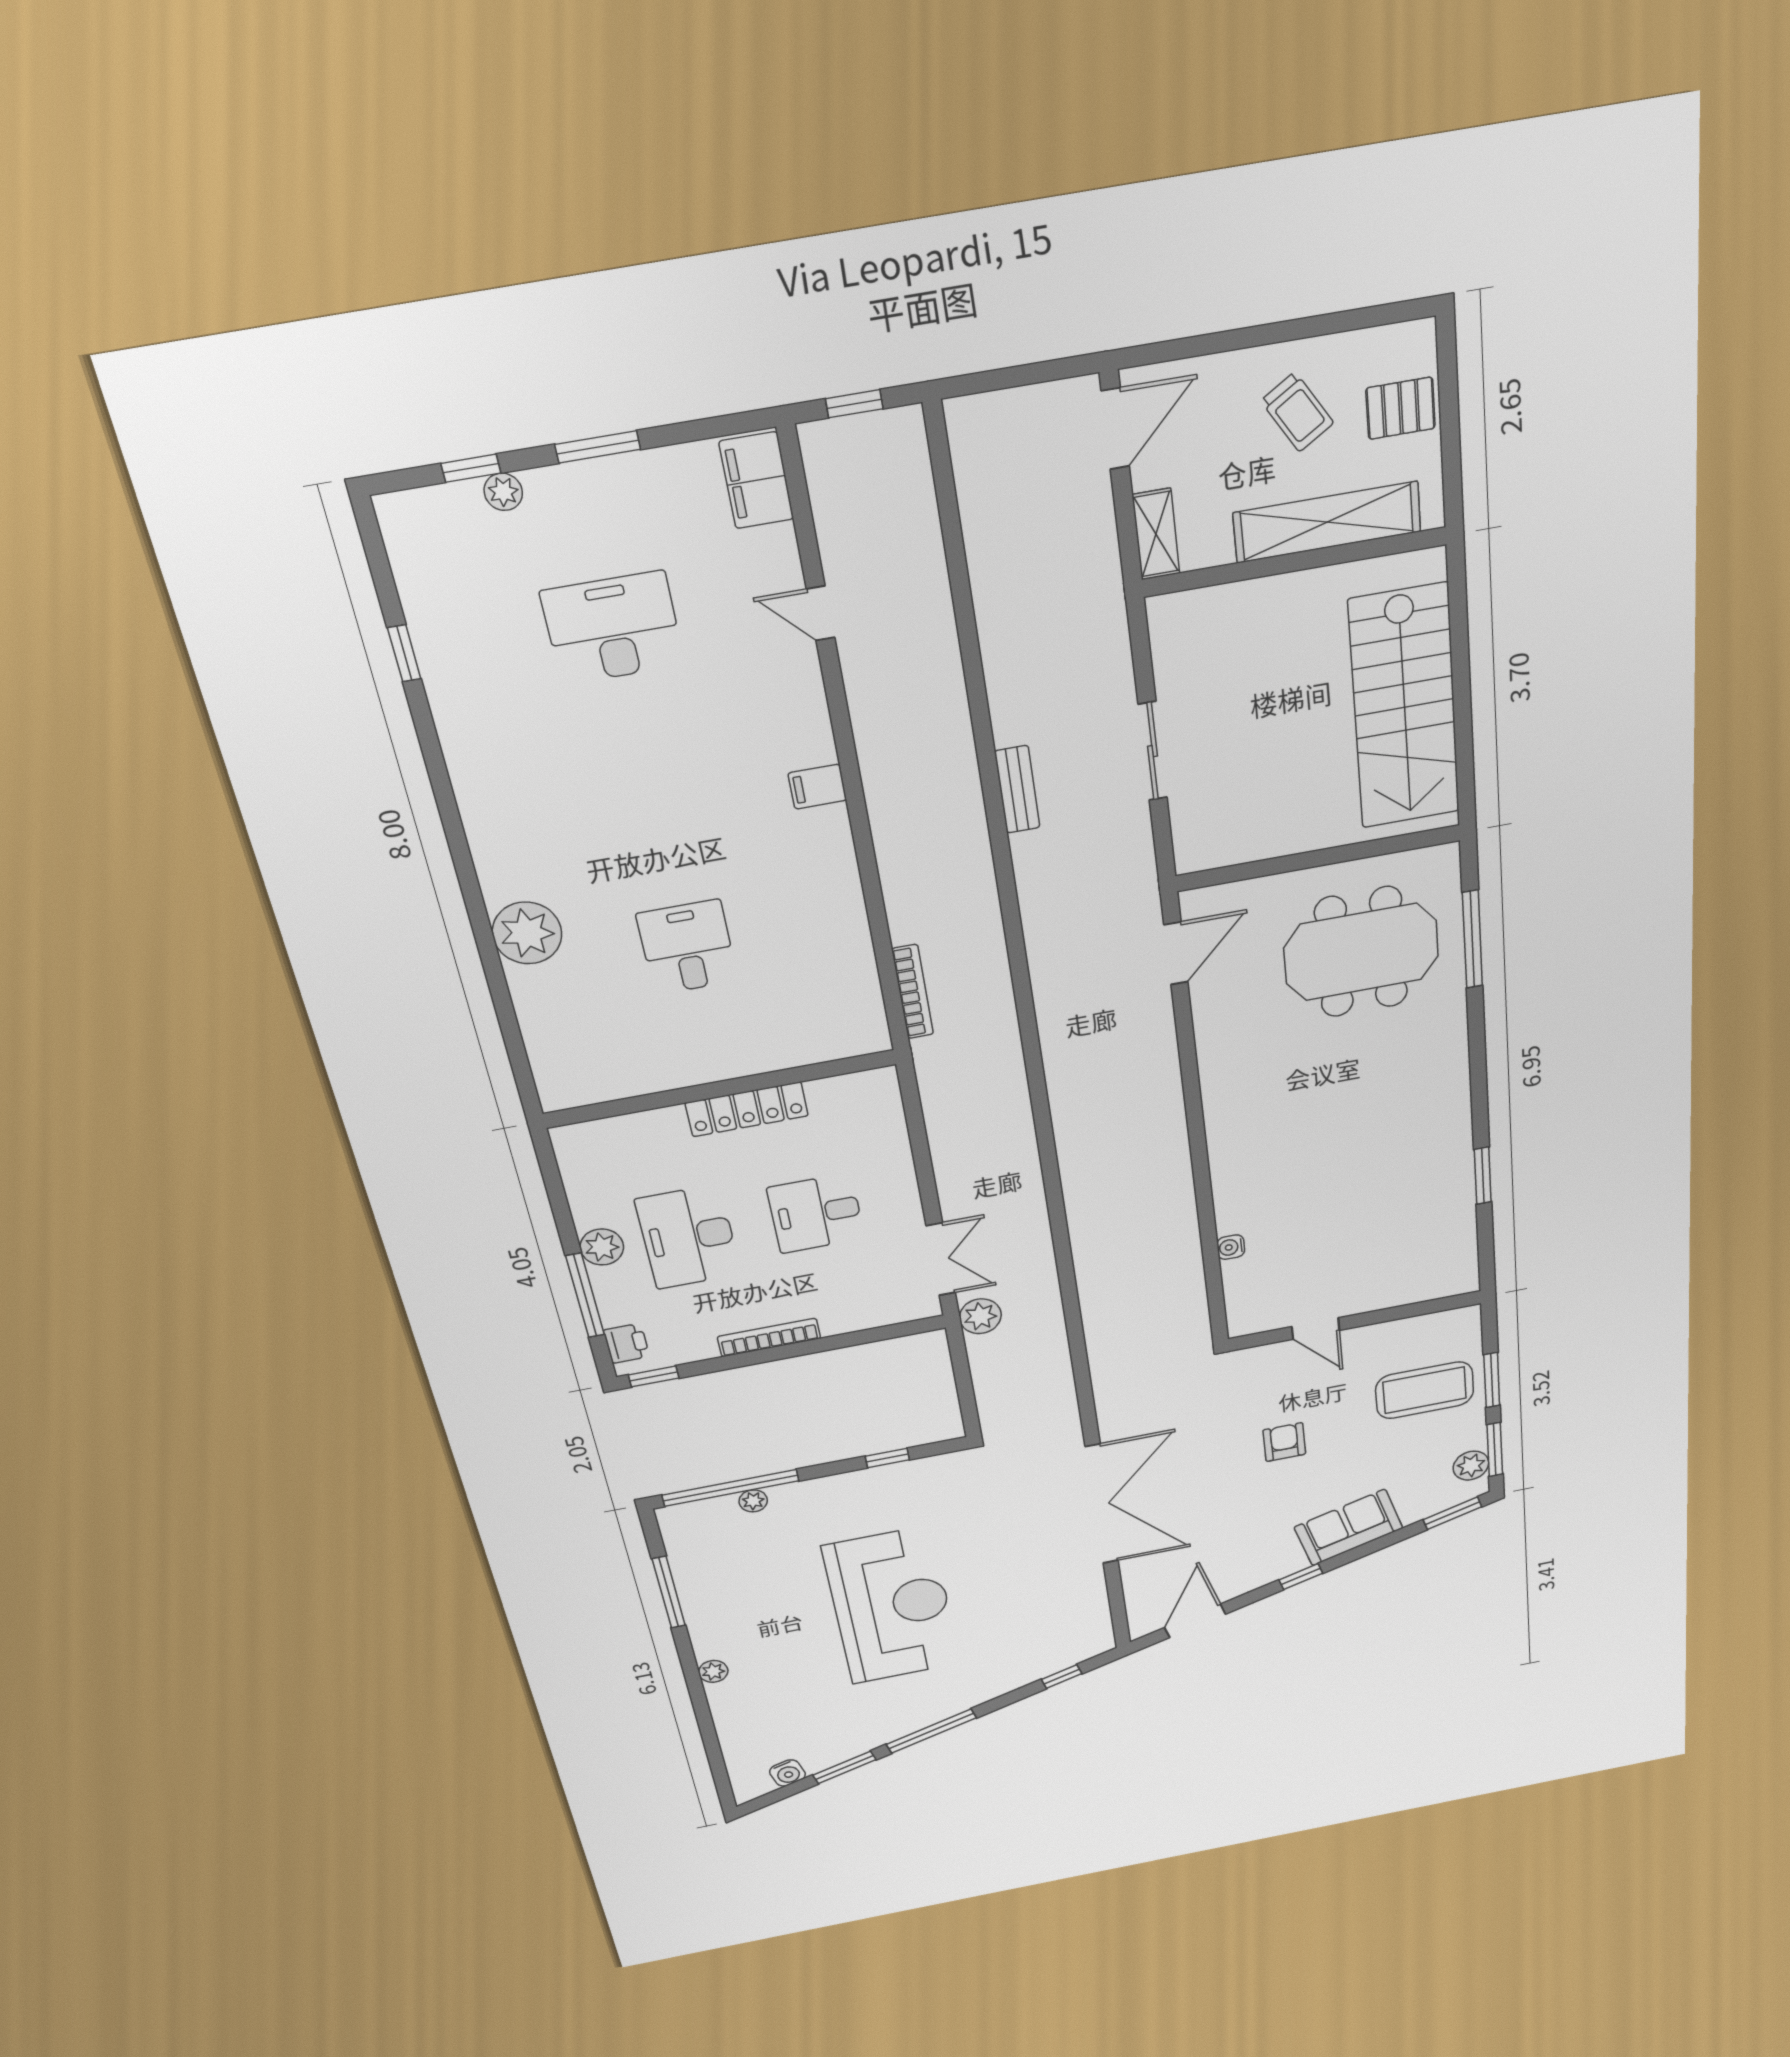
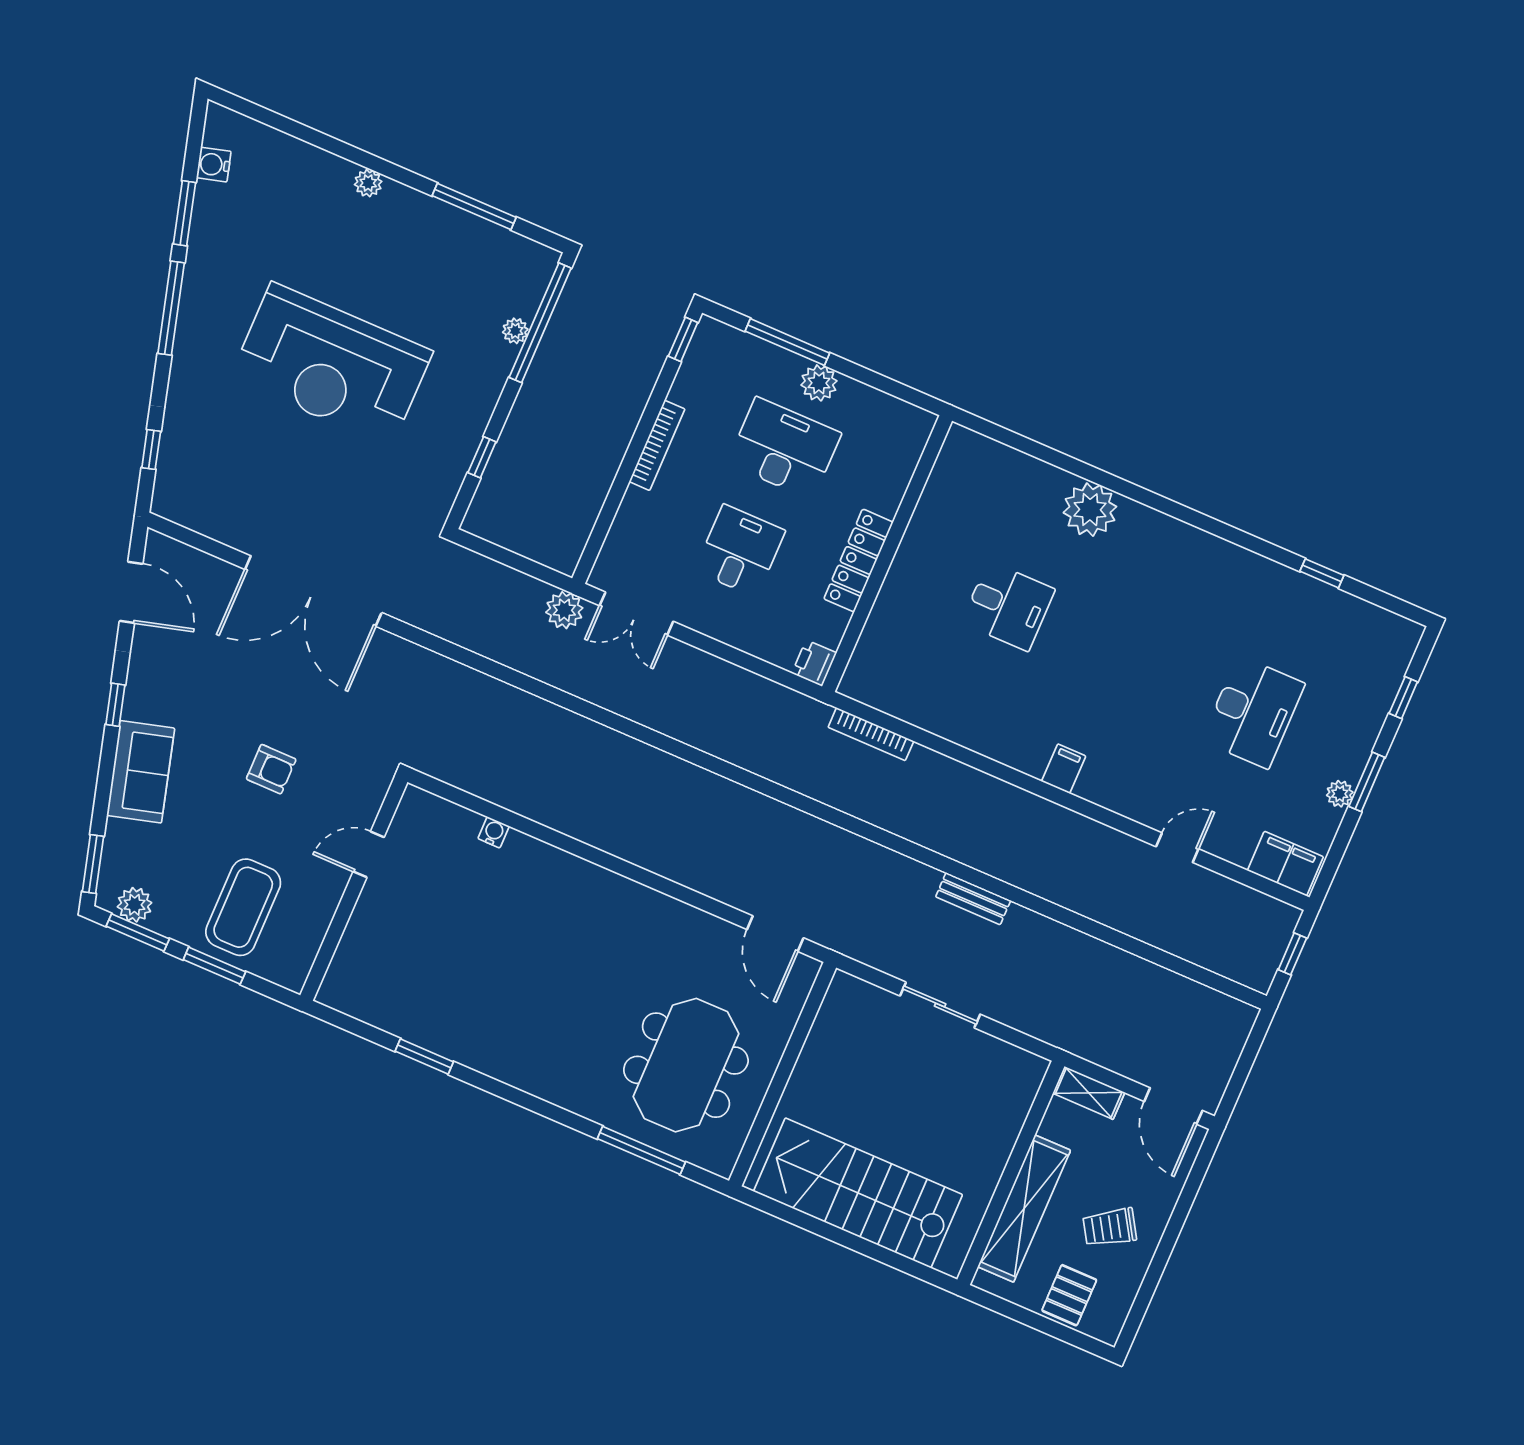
plant: (503, 492) -> (1340, 794), moved
printer: (626, 1343) -> (814, 663), moved, turned 90

